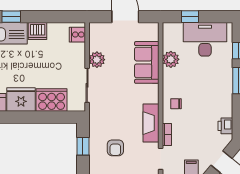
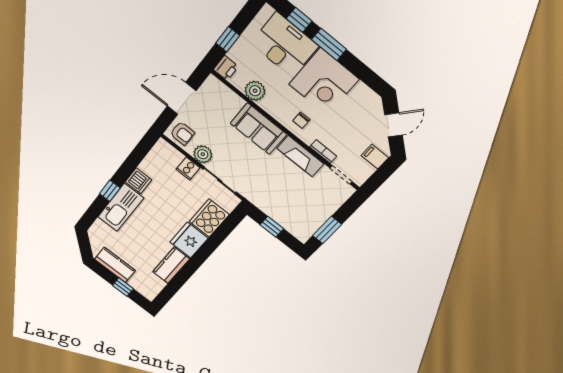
cooker: (77, 35) -> (188, 169), moved
desk: (205, 39) -> (284, 45), moved, turned 90
sofa: (147, 62) -> (259, 129), moved
corner desk: (213, 97) -> (324, 82), added
printer: (225, 126) -> (226, 68), moved, turned -90
armchair: (115, 148) -> (182, 133), moved

